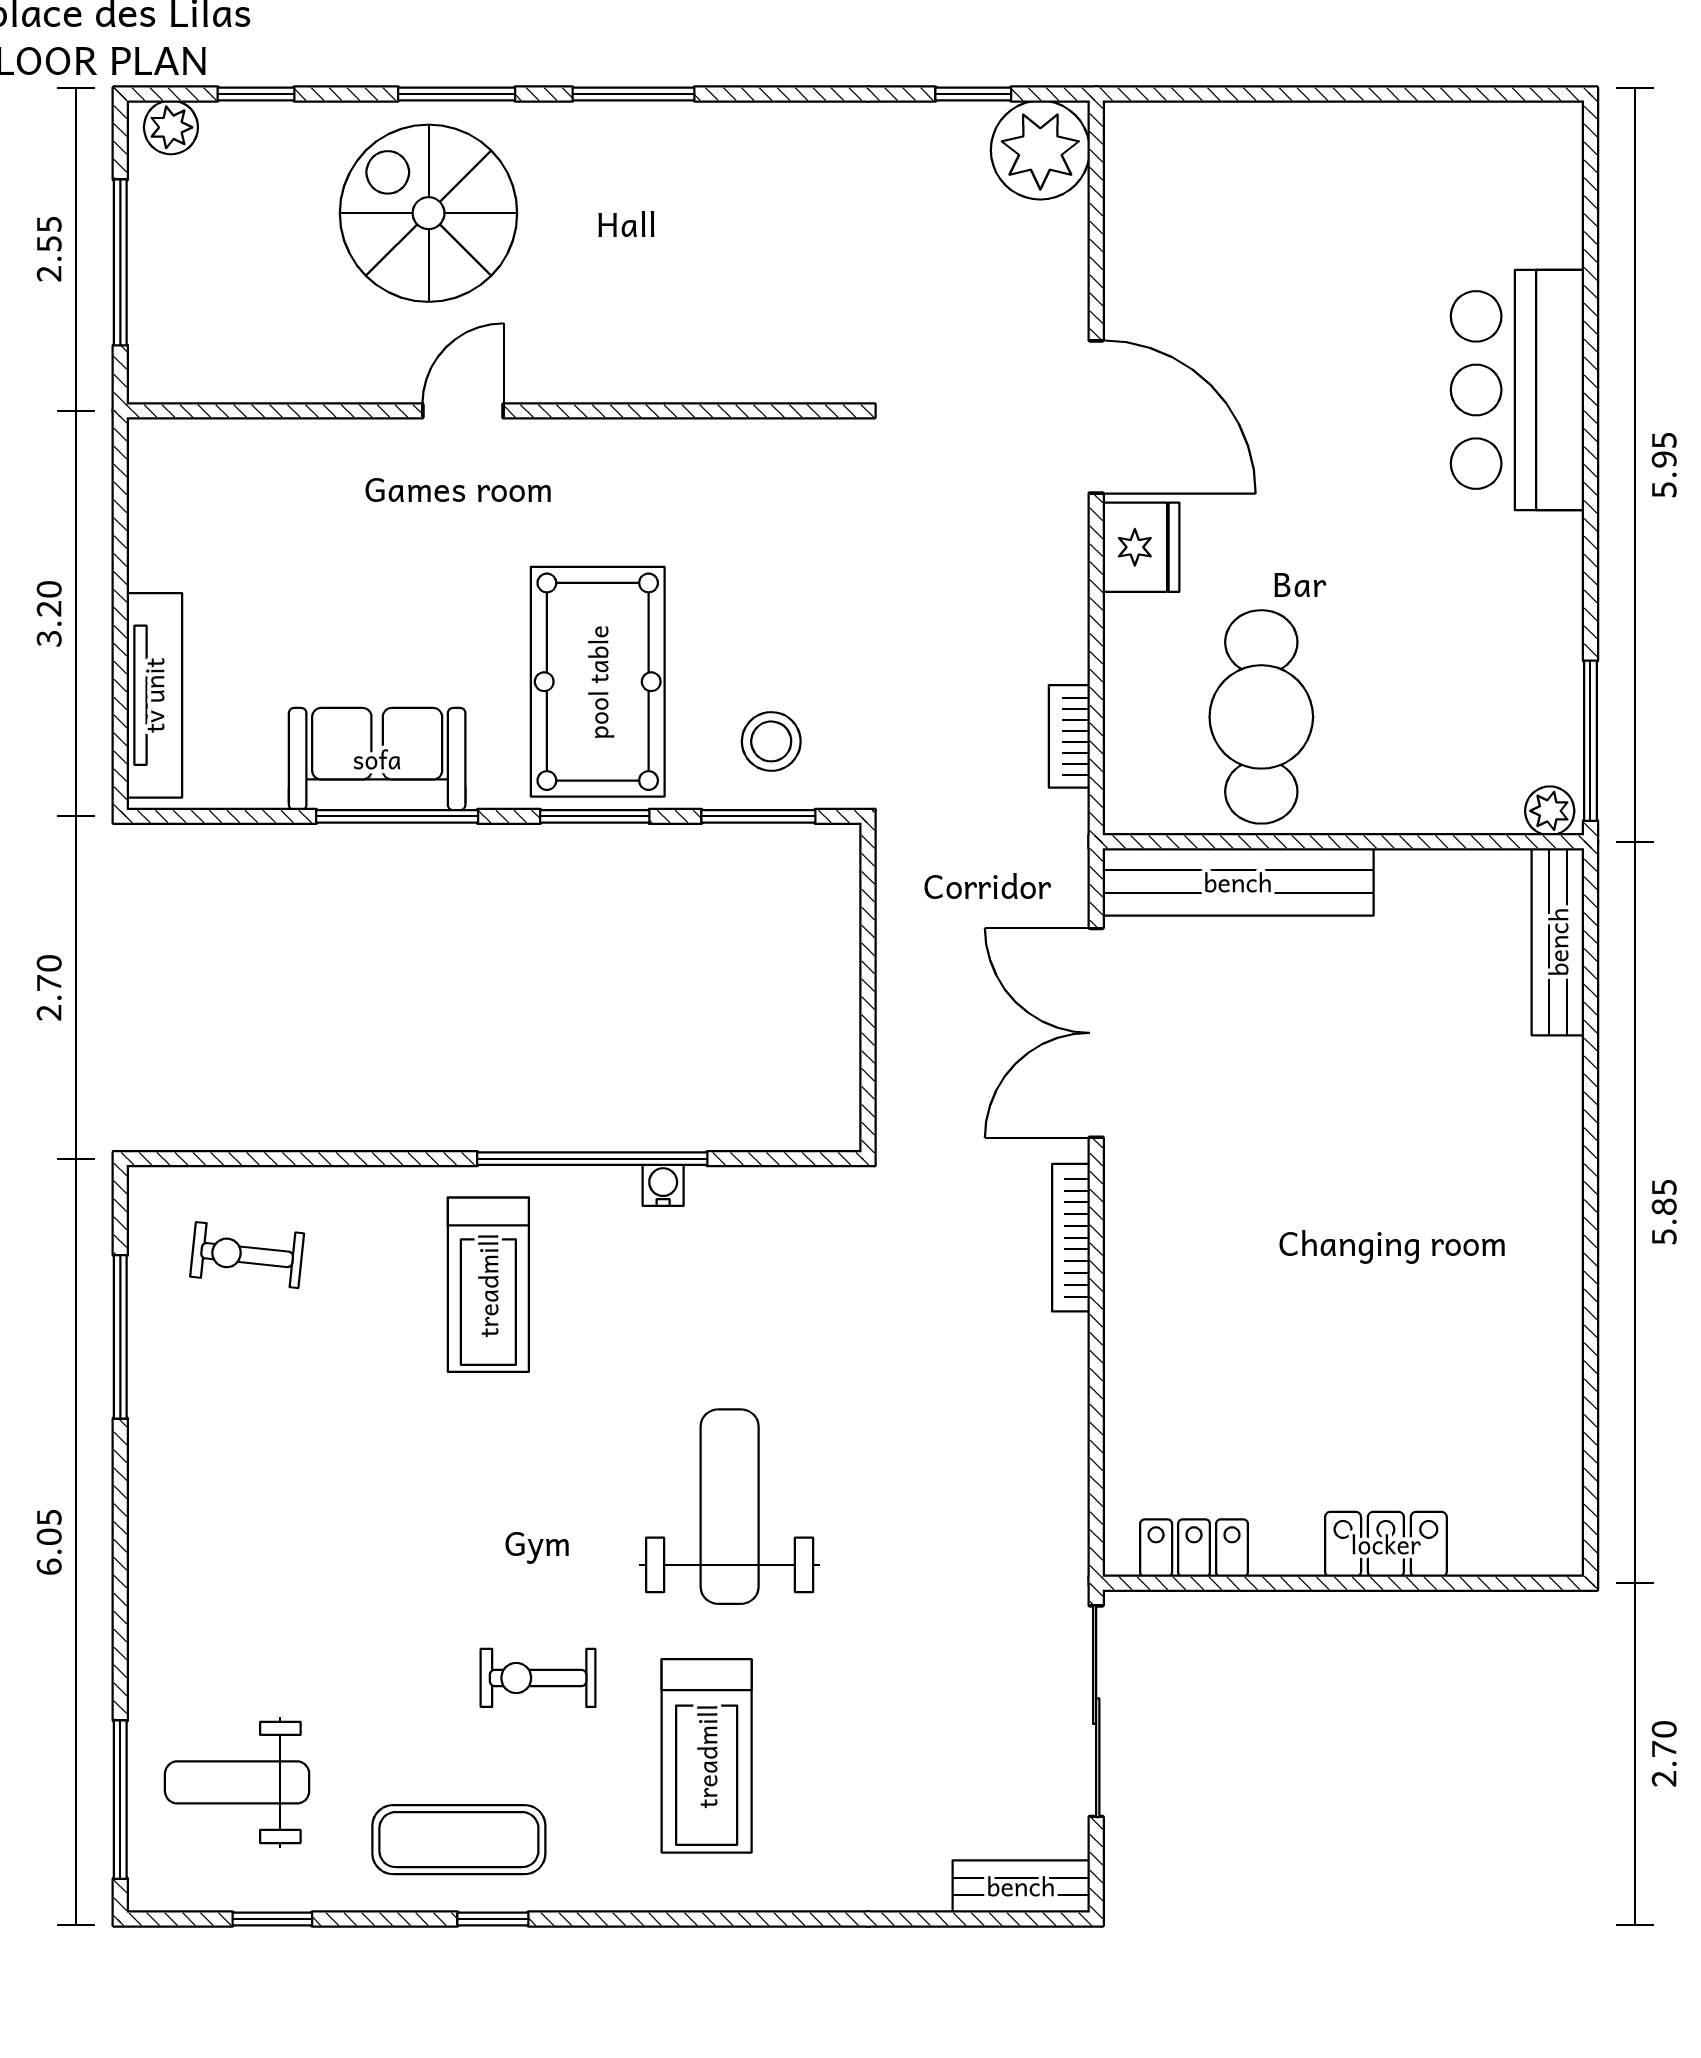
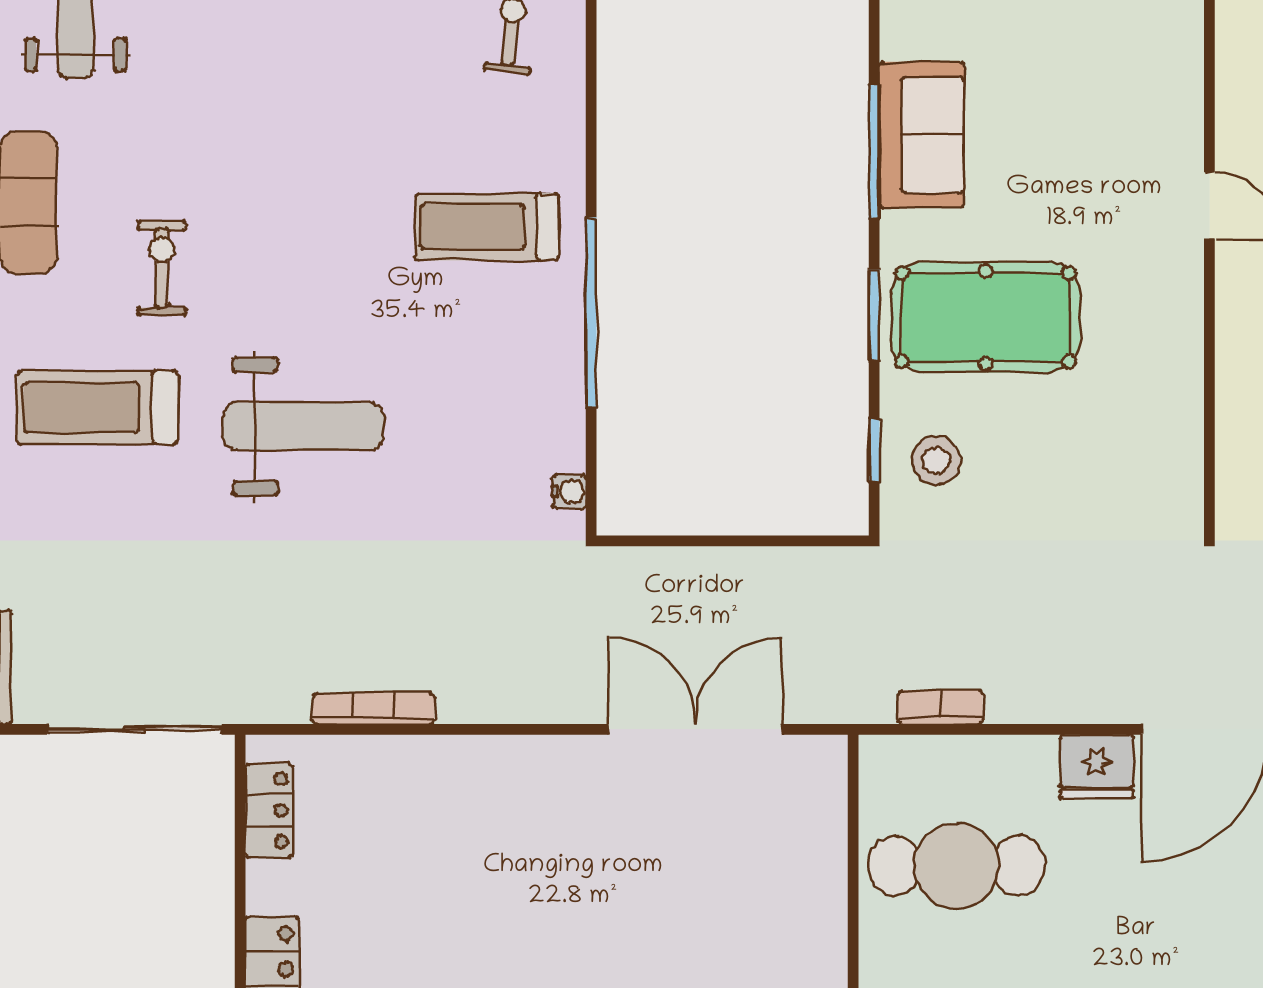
window: (758, 816) -> (874, 450), width x0.67
bench: (1238, 882) -> (820, 847), removed
water cooler: (663, 1185) -> (569, 492), moved
bookcase: (1071, 1238) -> (373, 709), moved

